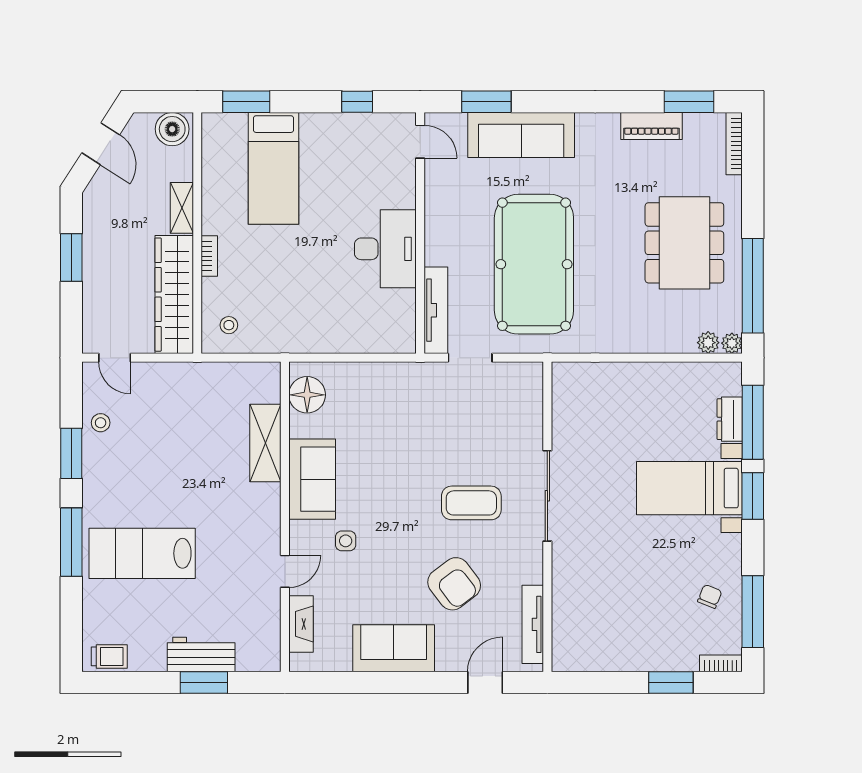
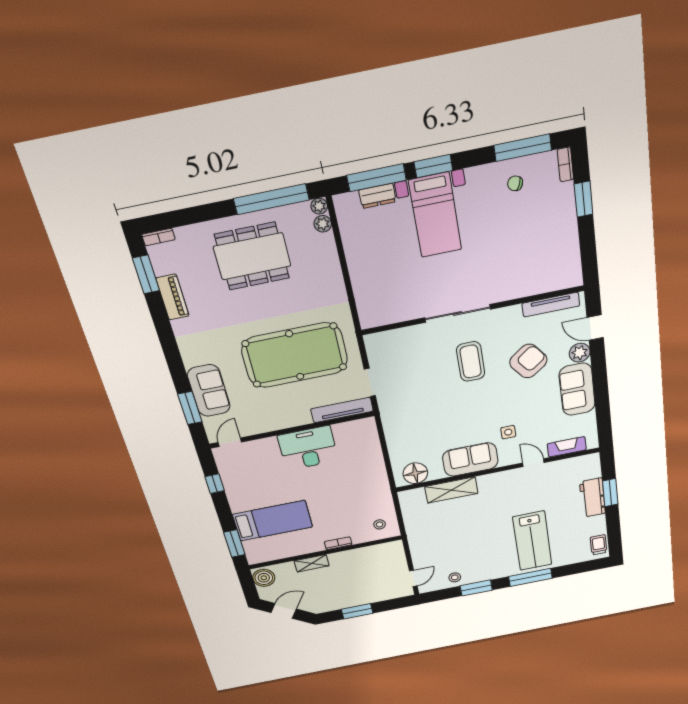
sofa: (521, 135) -> (209, 391), width x0.73
bookcase: (734, 144) -> (158, 237), width x0.64
wardrobe: (174, 295) -> (367, 556), removed
plant: (451, 657) -> (580, 353), added

